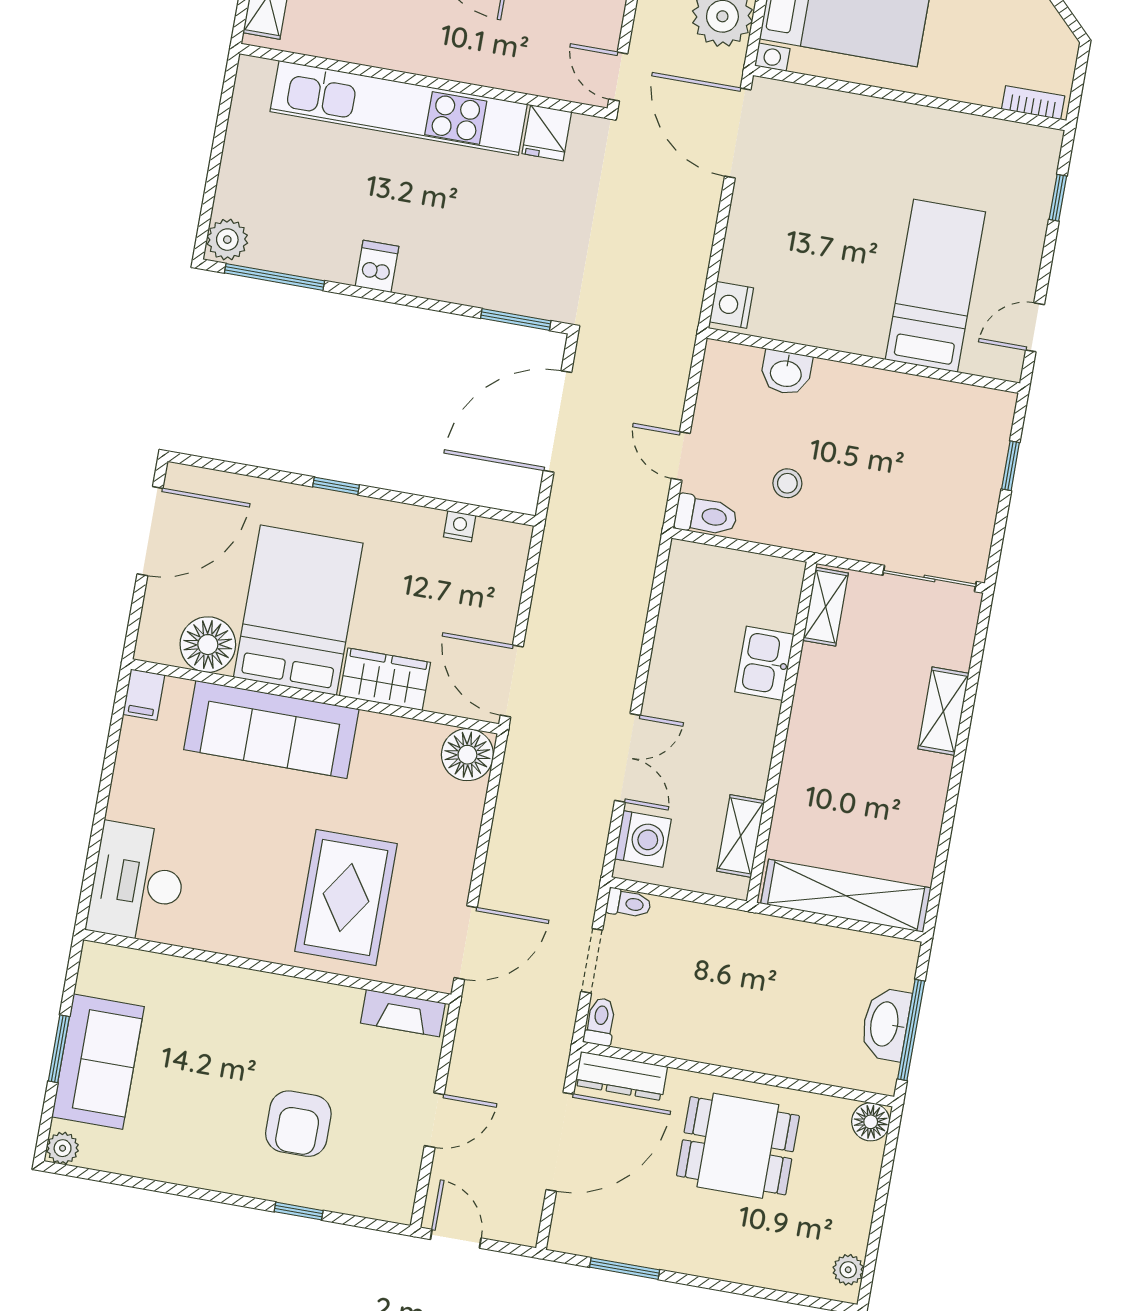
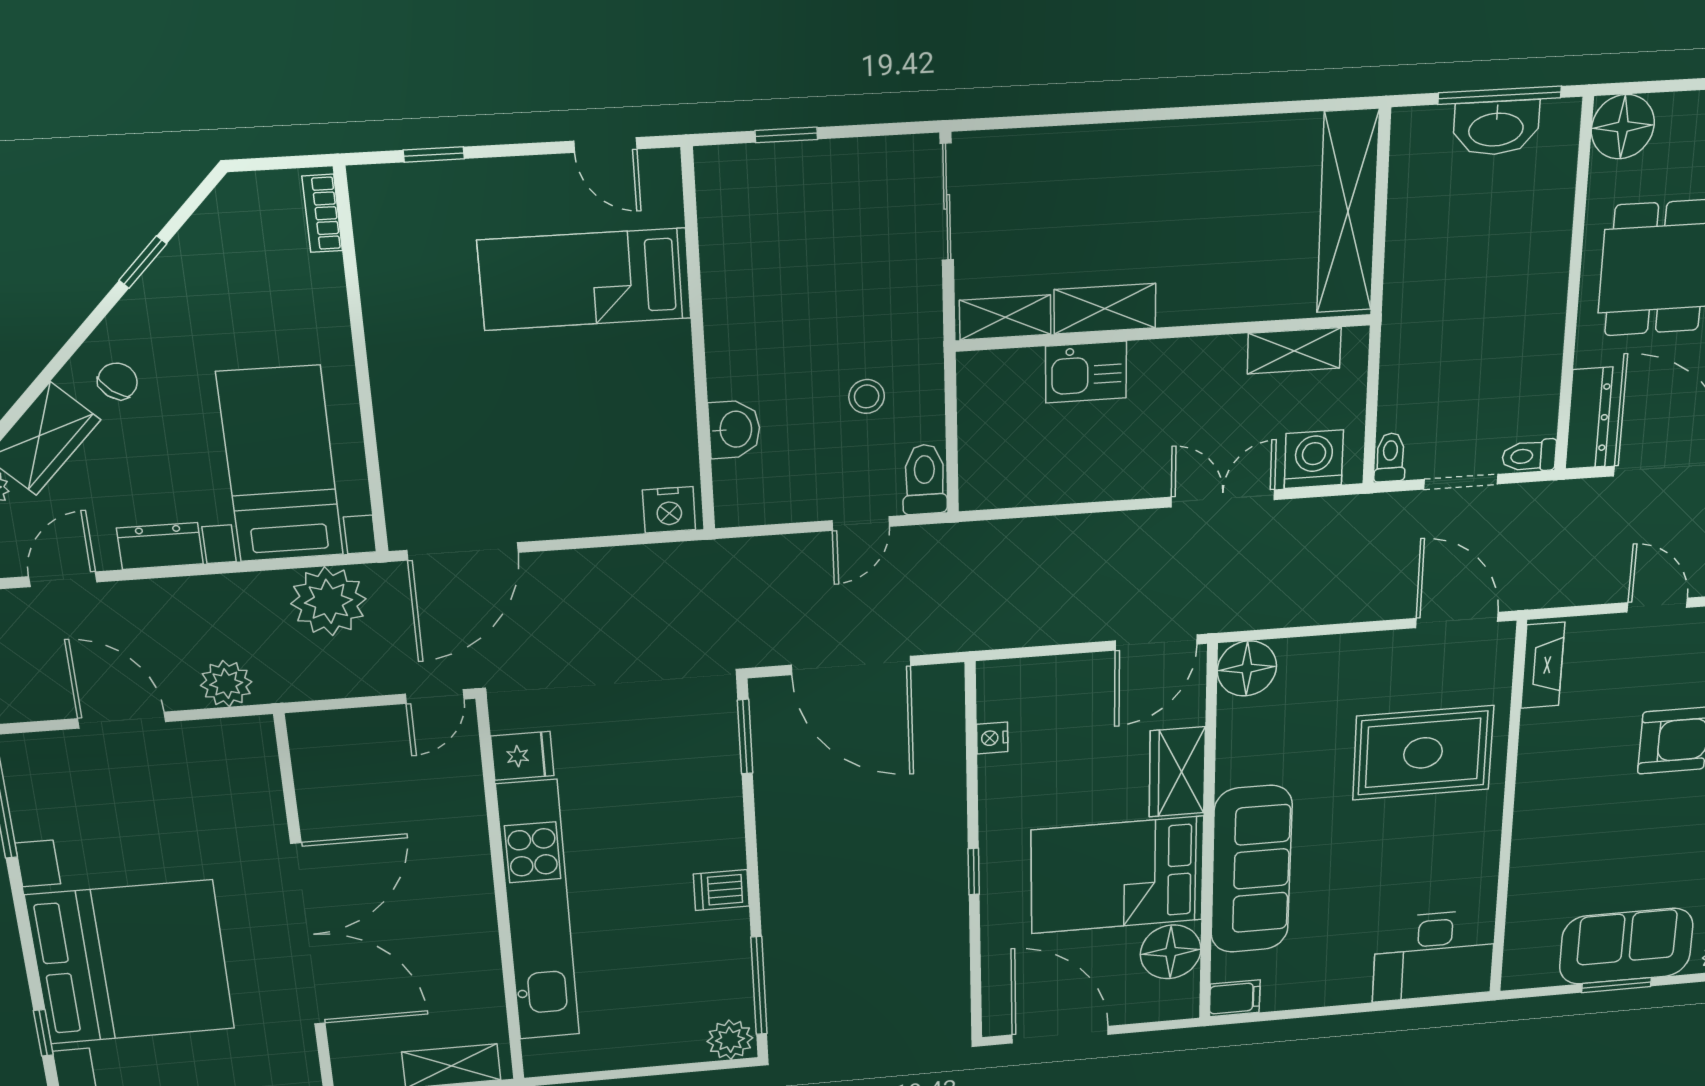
shelving: (943, 711) -> (1105, 309), moved
floor lamp: (871, 1122) -> (1623, 127), width x1.38, depth x1.38

